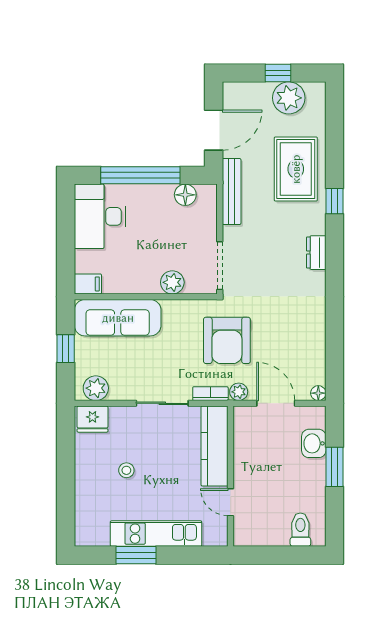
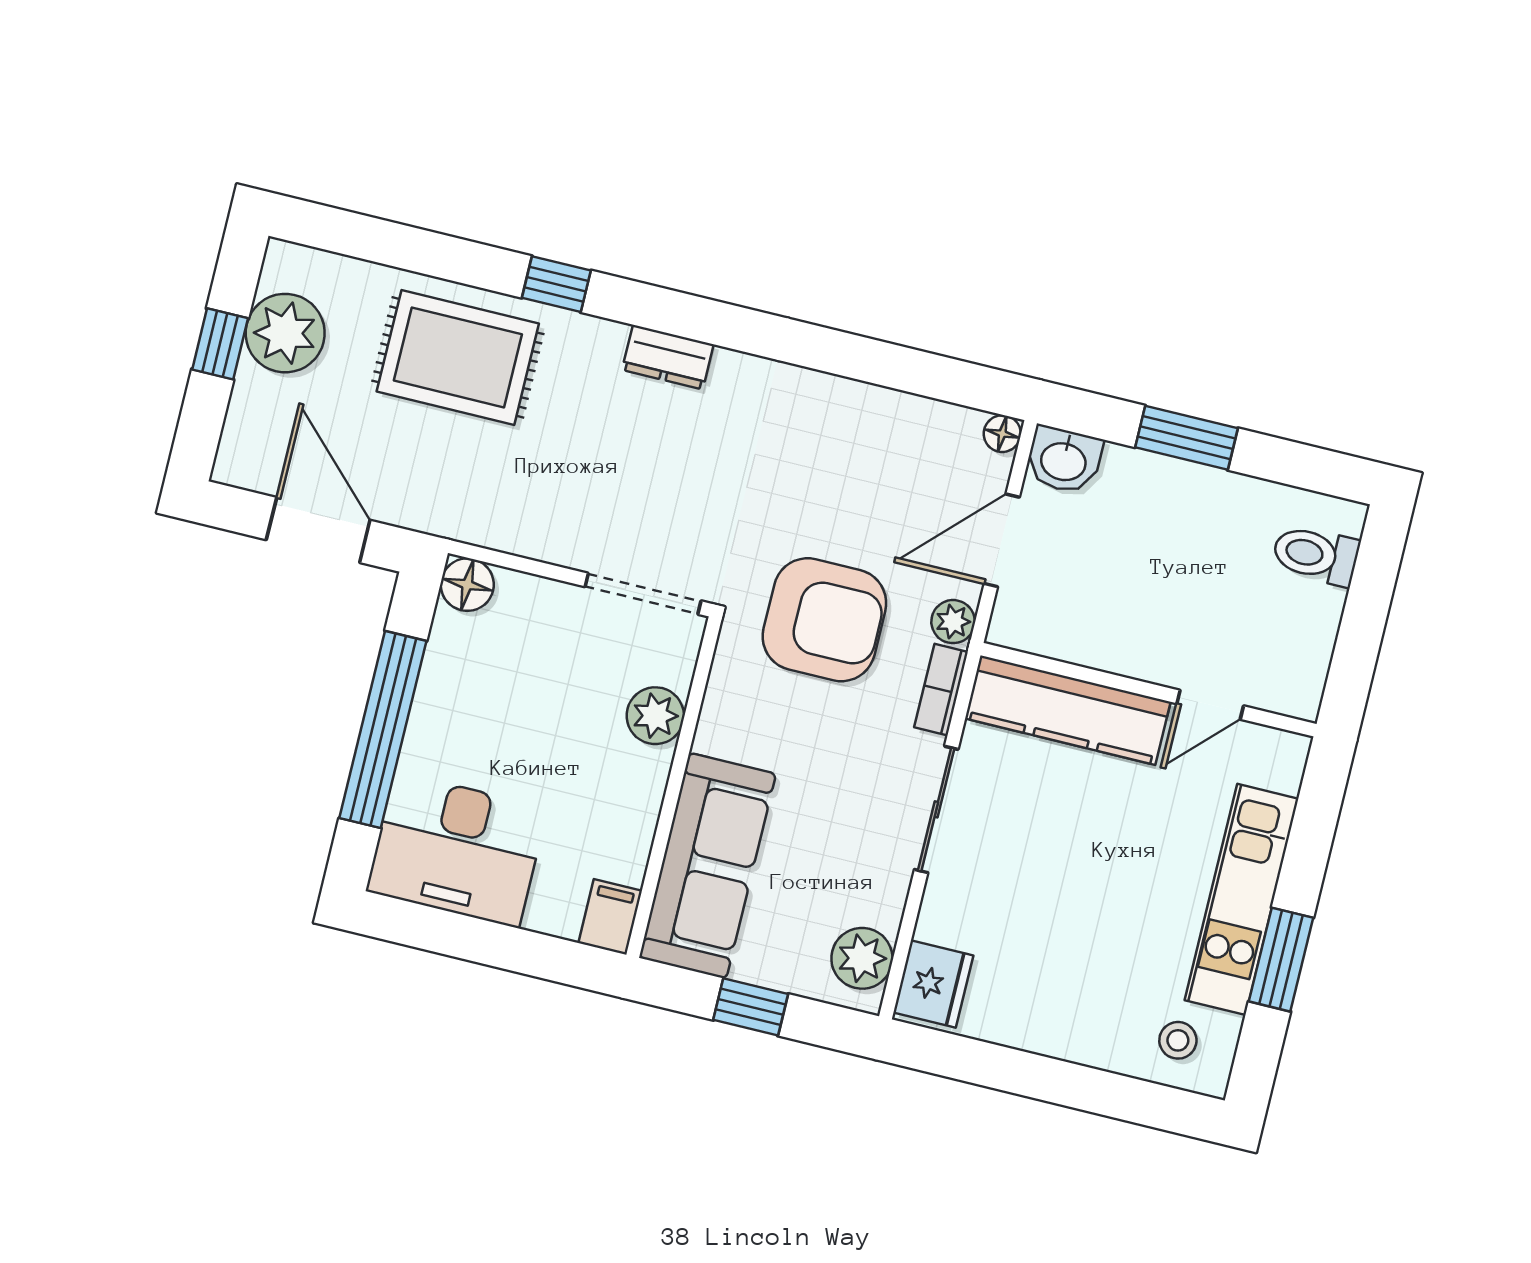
bench: (232, 192) -> (474, 523), removed
floor lamp: (185, 195) -> (467, 585), moved
washbasin: (314, 443) -> (1064, 460), moved
stool: (126, 470) -> (1178, 1040), moved

